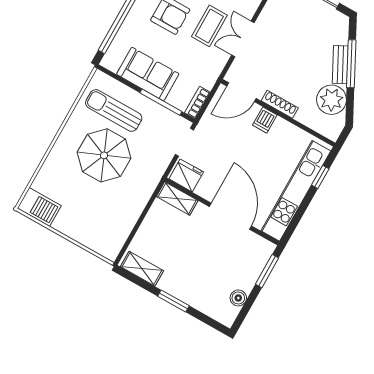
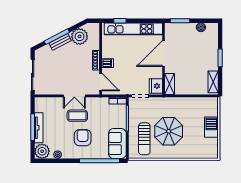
sofa: (148, 74) -> (117, 144), moved
barbecue: (39, 207) -> (211, 127), moved

